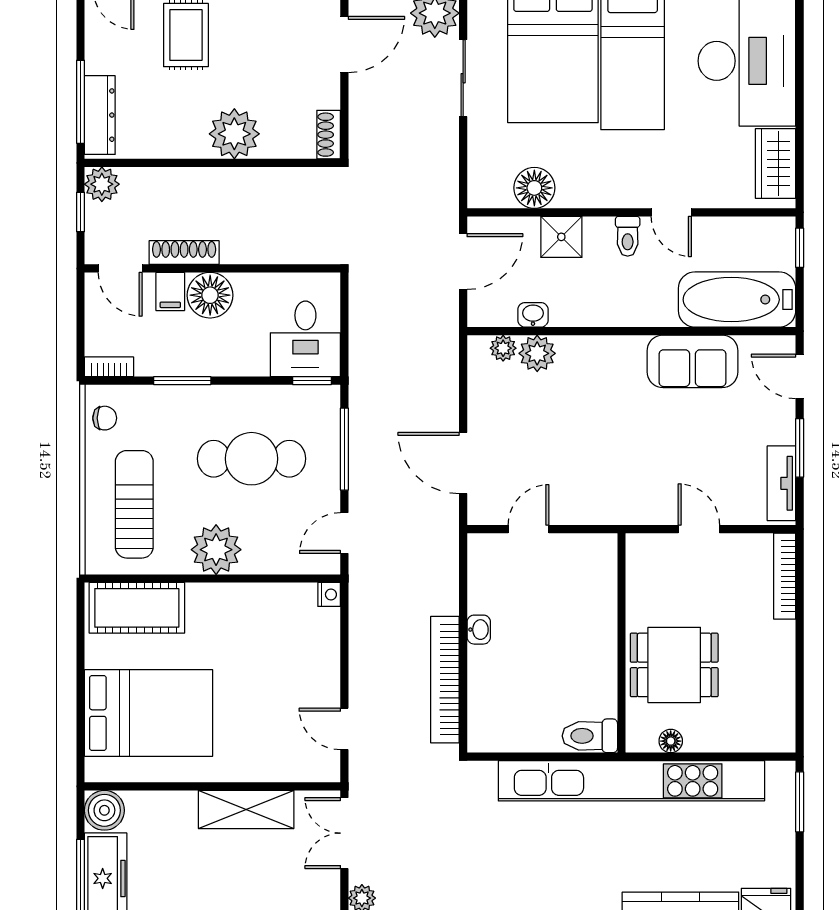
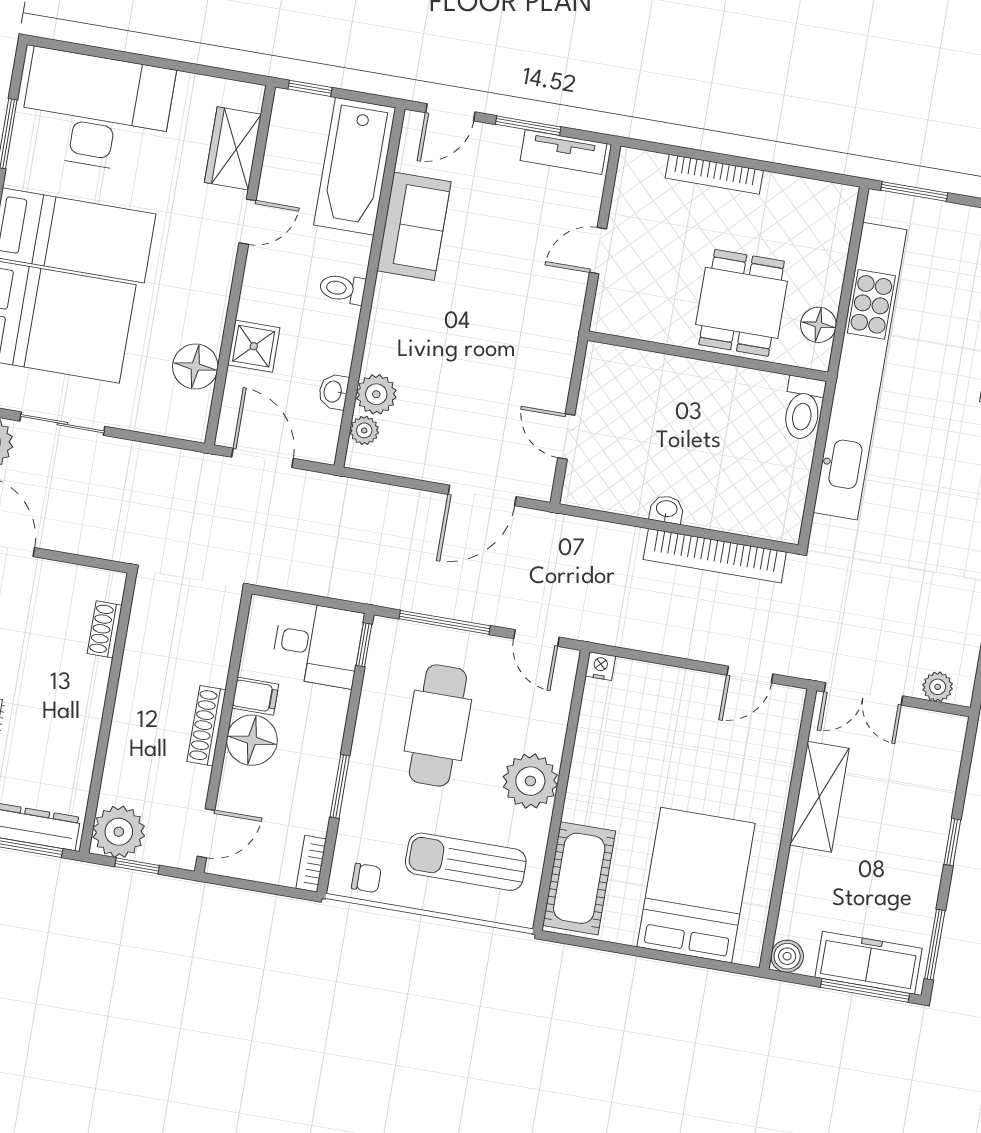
plant: (234, 134) -> (80, 684), removed
shoe rack: (329, 135) -> (105, 629), moved, turned 90
wardrobe: (776, 164) -> (233, 148), moved, turned 90
plant: (102, 184) -> (119, 832), width x1.36, depth x1.36
toilet: (628, 236) -> (342, 289), moved, turned 180
shoe rack: (184, 253) -> (206, 726), moved
filing cabinet: (170, 291) -> (255, 696), moved
chair: (105, 418) -> (366, 878), turned 90
bookcase: (785, 576) -> (714, 174), moved
floor lamp: (671, 741) -> (818, 325), width x1.37, depth x1.37
boiler: (104, 810) -> (787, 956), width x0.73, depth x0.73

